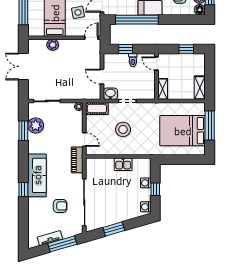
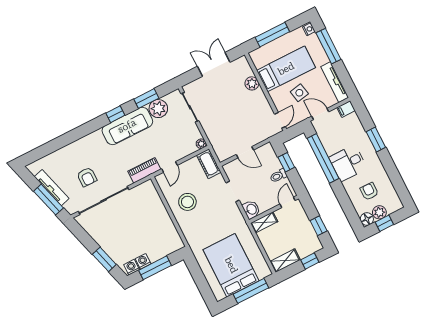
door: (91, 38) -> (280, 120), hinge flipped
window: (210, 69) -> (310, 261), added
door: (102, 77) -> (245, 152), swing flipped
washbasin: (110, 94) -> (251, 209), moved
stool: (123, 129) -> (187, 202), moved
kitchen sink: (123, 164) -> (164, 221), removed
sofa: (37, 175) -> (127, 126), moved
washing machine: (146, 183) -> (143, 261), moved
window: (23, 189) -> (115, 114), moved
window: (155, 189) -> (155, 268), width x2.17
window: (114, 229) -> (104, 259), moved
tv unit: (50, 238) -> (52, 188), width x1.41

